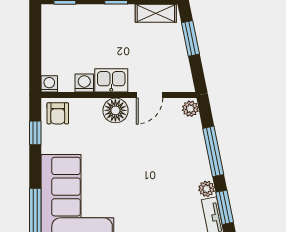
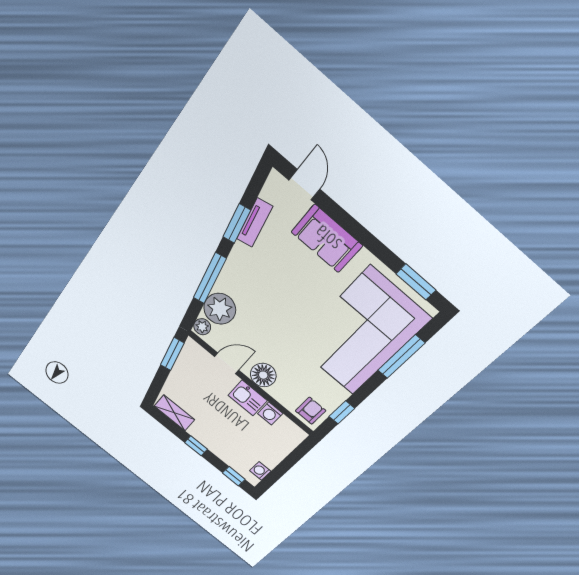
window: (190, 38) -> (172, 354), moved
washing machine: (49, 84) -> (260, 471), moved, turned 90
plant: (207, 189) -> (220, 309), moved, width x1.87, depth x1.87

